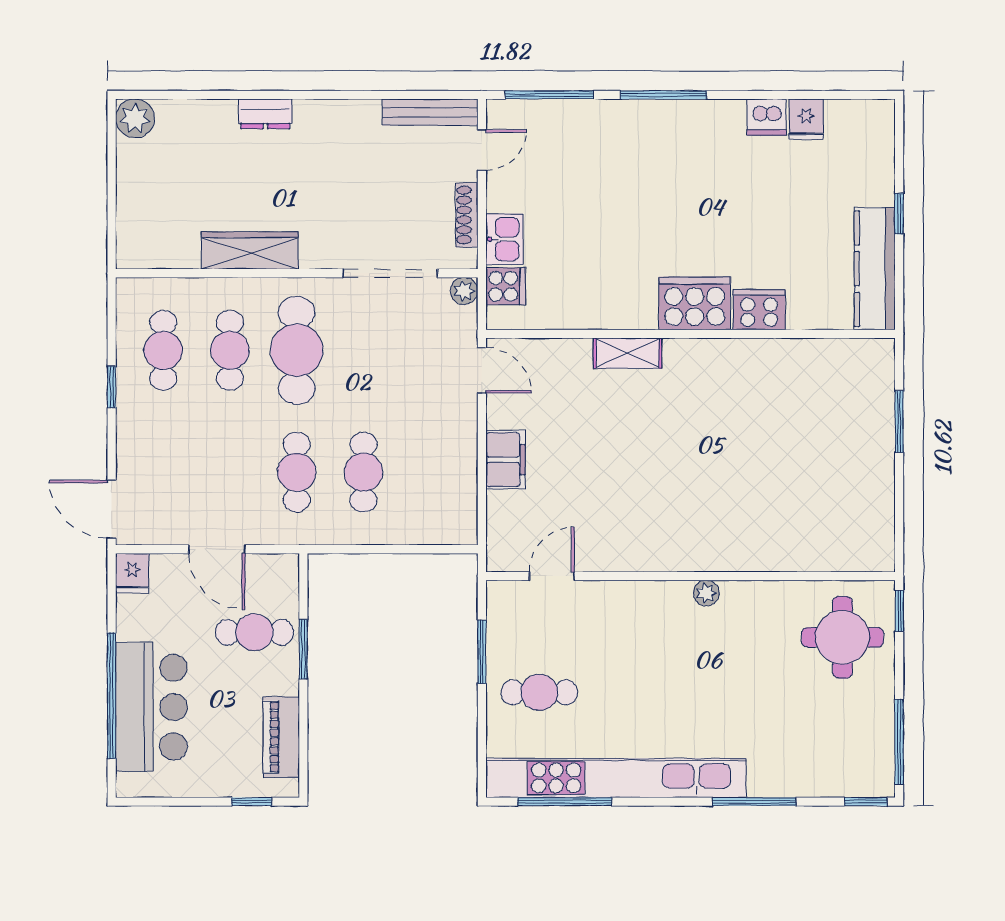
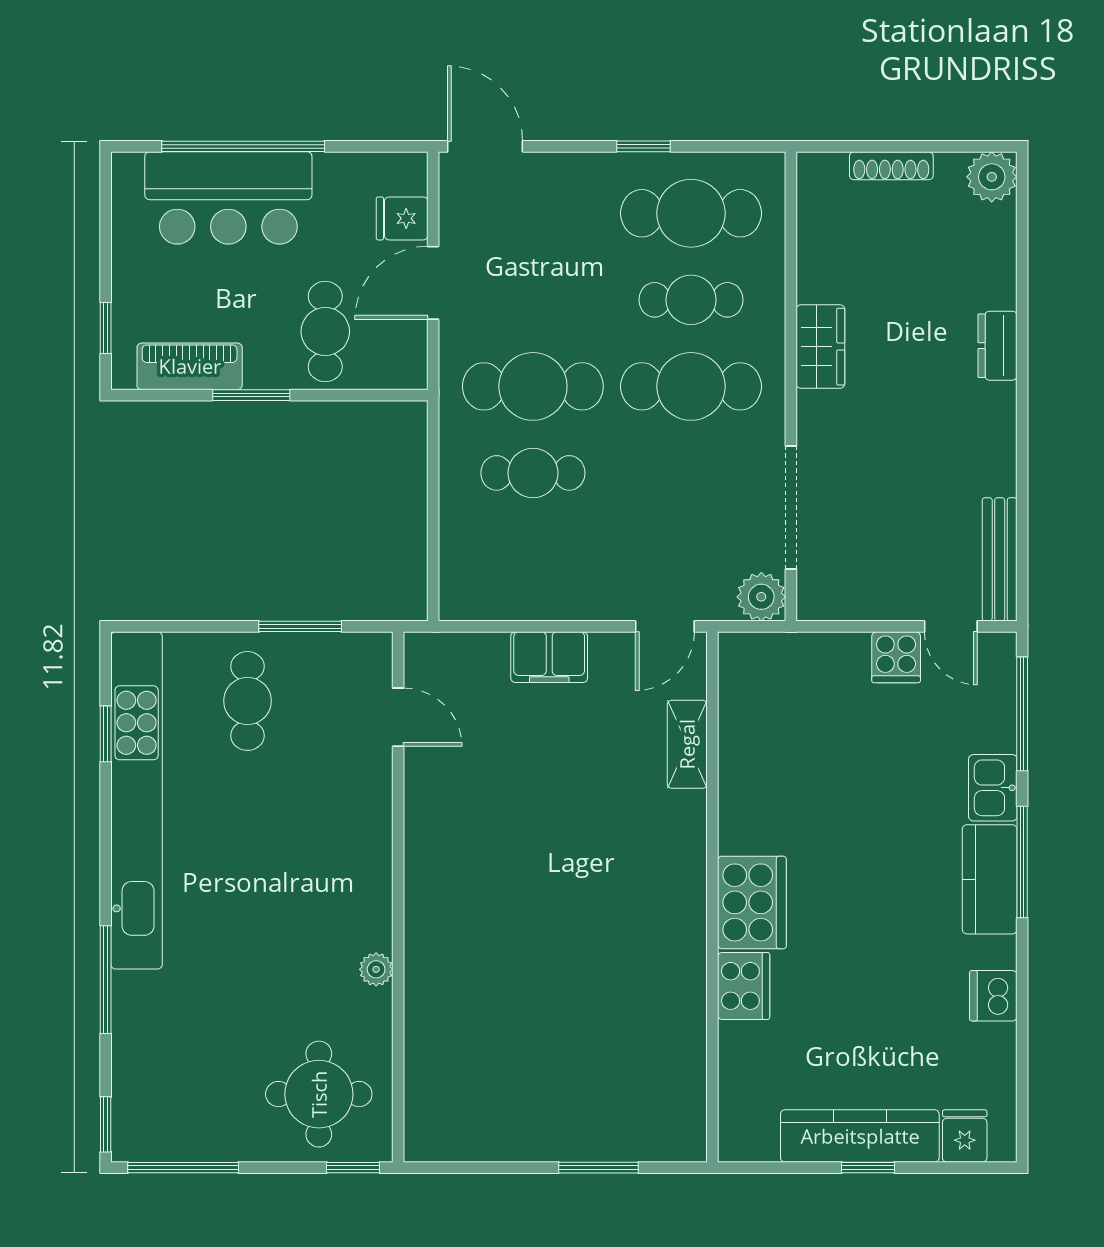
fridge: (806, 119) -> (965, 1136), moved, turned 90
kitchen counter: (677, 120) -> (990, 879), added
shoe rack: (467, 215) -> (891, 166), moved, turned 180
kitchen sink: (504, 239) -> (993, 788), moved, turned 90
wardrobe: (250, 250) -> (820, 347), width x0.67
kitchen counter: (875, 269) -> (860, 1136), moved
cooker: (506, 286) -> (896, 657), moved
plant: (464, 291) -> (761, 597), width x1.38, depth x1.38
cafe table: (163, 350) -> (691, 213), width x1.37, depth x1.35
shelving: (628, 353) -> (687, 744), moved
cafe table: (297, 472) -> (533, 386), width x1.37, depth x1.35
door: (112, 509) -> (485, 146), hinge flipped
fridge: (132, 573) -> (402, 218), moved
plant: (706, 593) -> (376, 969), moved
window: (303, 649) -> (251, 395), moved
window: (565, 802) -> (106, 734), width x0.46

